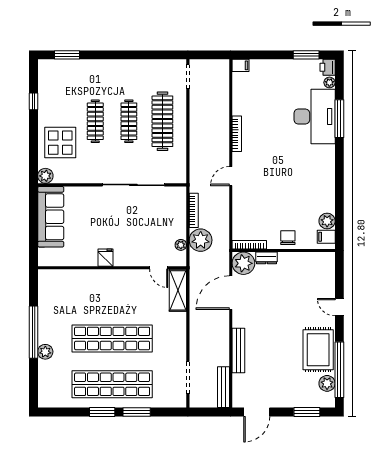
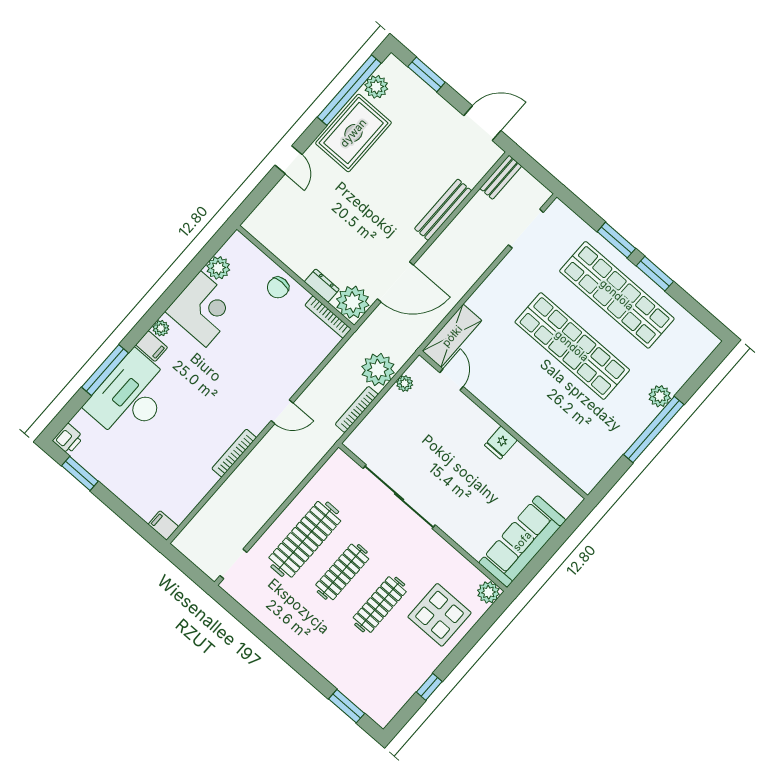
plant: (329, 82) -> (161, 328), moved
corner desk: (316, 193) -> (203, 309), added
filing cabinet: (326, 237) -> (152, 346), moved
bench: (223, 387) -> (501, 177), width x0.73

